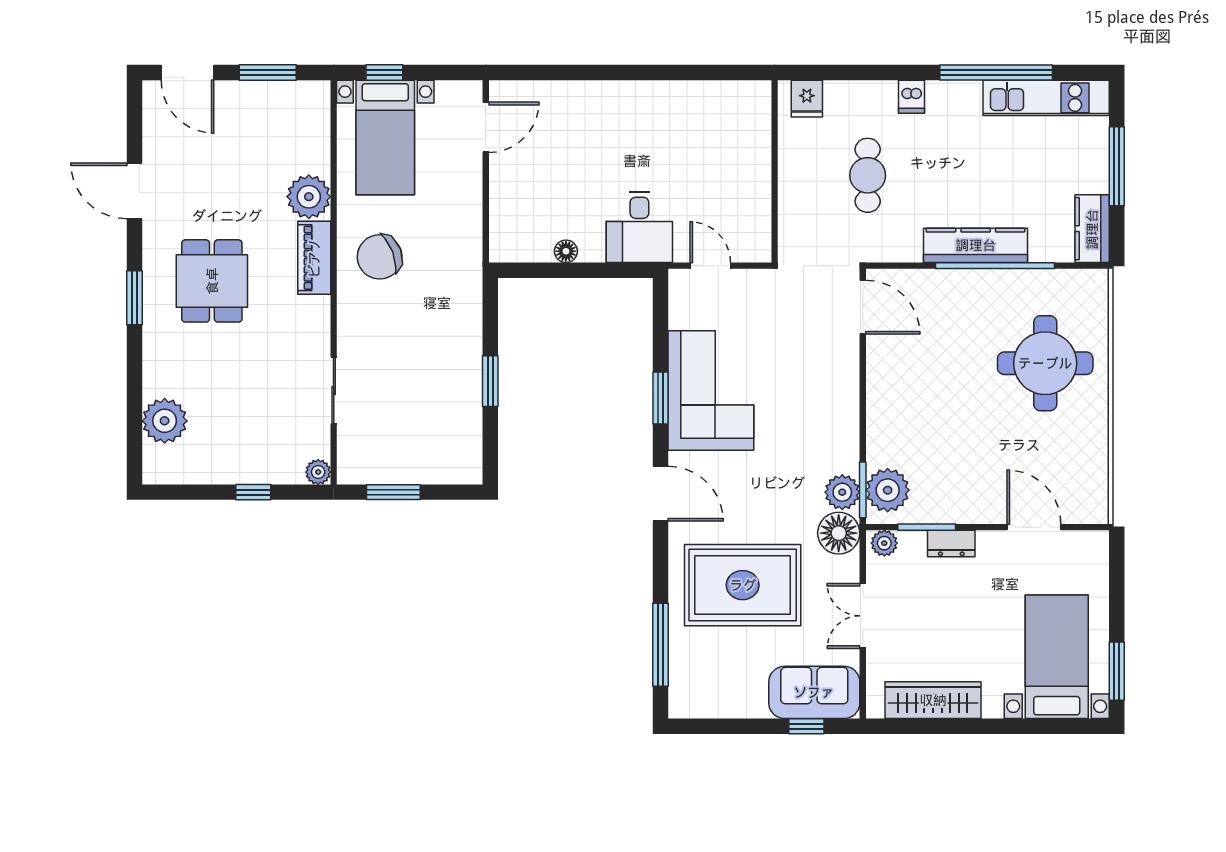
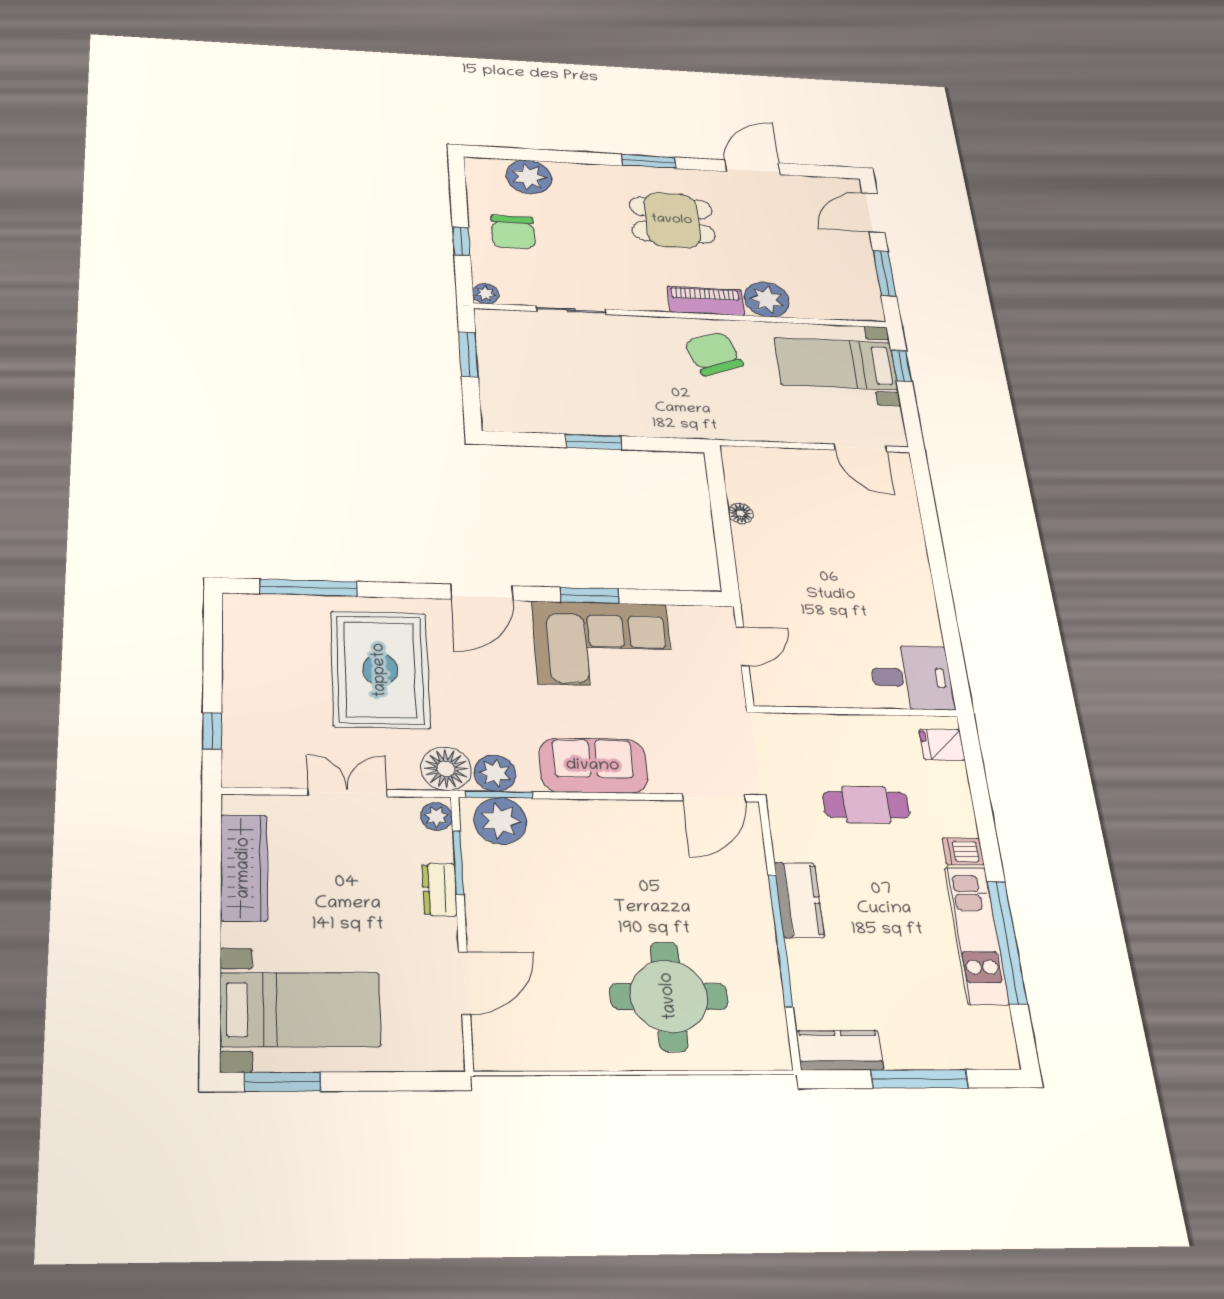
kitchen unit: (1046, 98) -> (977, 935), moved
desk: (639, 227) -> (912, 677), moved, turned 180
kitchen counter: (976, 245) -> (799, 900), width x0.67
chair: (238, 441) -> (513, 232), added
sofa: (814, 692) -> (593, 766), moved, turned -90

